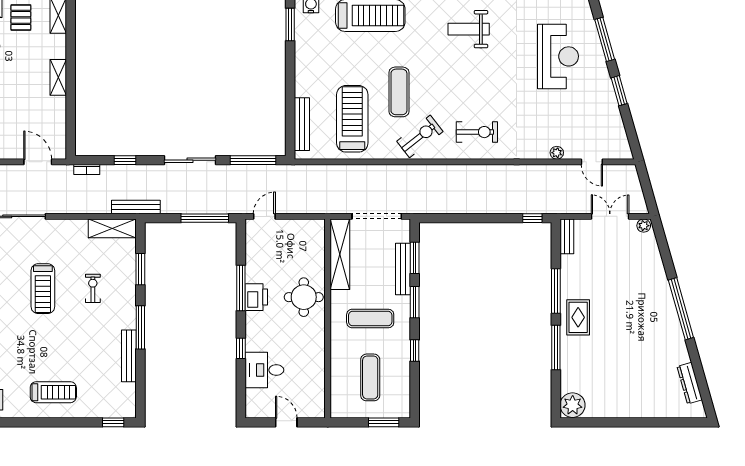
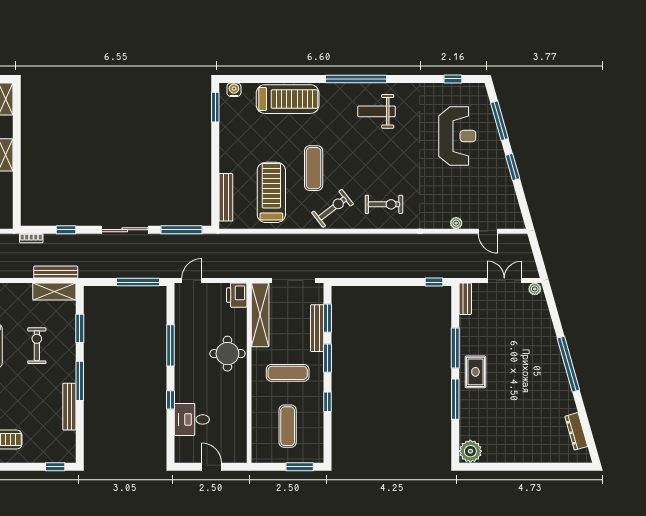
bench: (136, 207) -> (56, 272), moved
exercise bike: (93, 288) -> (37, 346), width x1.38, depth x1.39
printer: (256, 297) -> (237, 295), moved, turned 180

